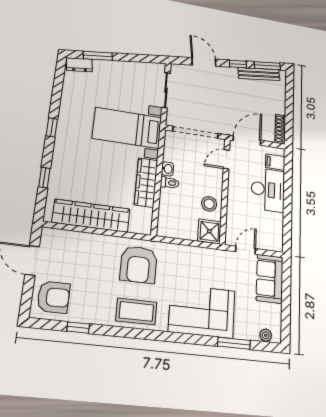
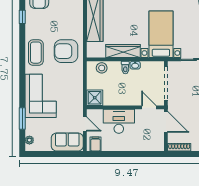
filing cabinet: (275, 162) -> (95, 144), moved
desk: (268, 190) -> (119, 121), moved, turned 180
stool: (209, 204) -> (102, 68), moved

